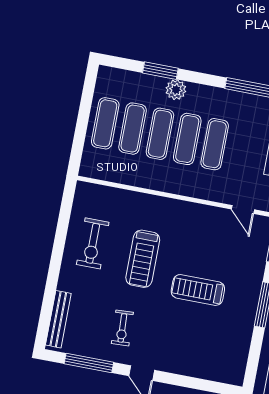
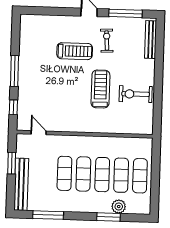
plant: (176, 90) -> (119, 207), moved
exercise bike: (93, 243) -> (136, 94), turned -90
treadmill: (198, 290) -> (75, 51), moved

